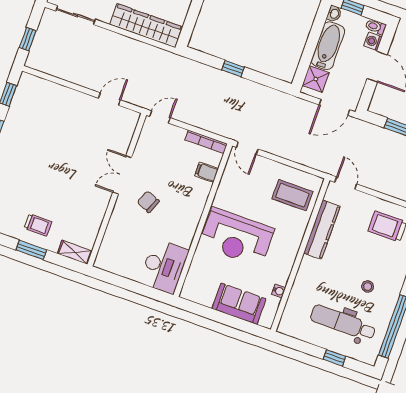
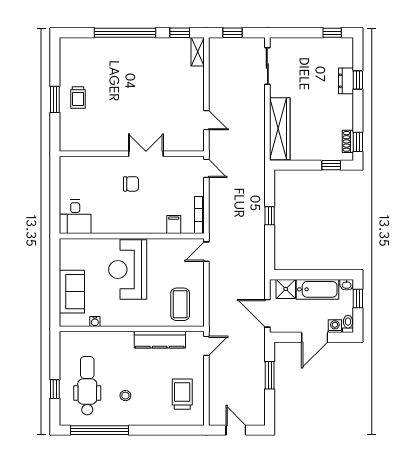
chair: (148, 202) -> (131, 184), turned 67
shelving: (75, 252) -> (198, 52), moved
desk: (164, 266) -> (75, 217), width x0.73

